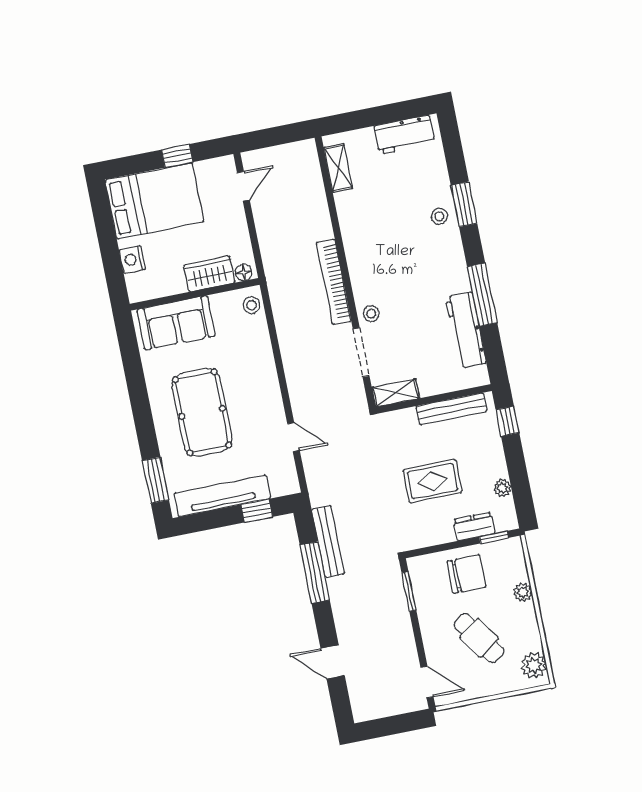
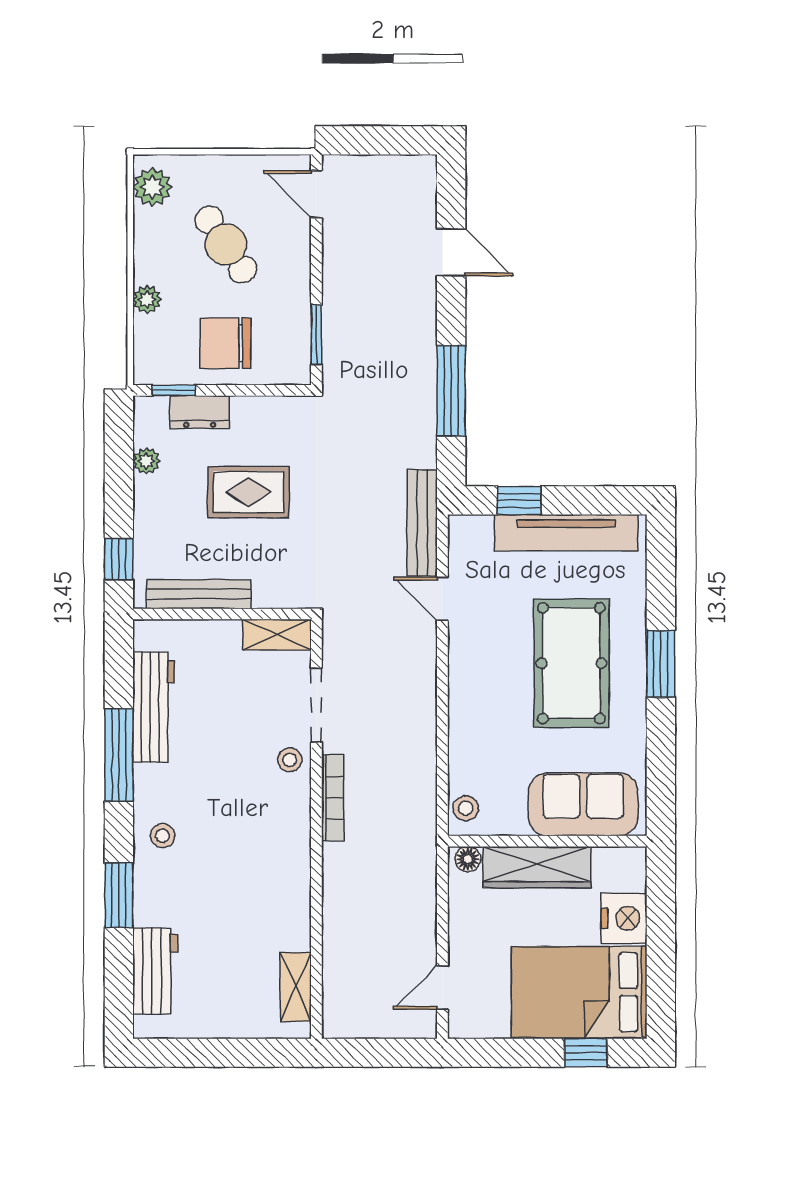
workbench: (404, 135) -> (155, 971), moved, turned 90
window: (177, 156) -> (586, 1053), moved
stool: (439, 216) -> (163, 836), moved
nightstand: (132, 259) -> (624, 918), width x1.36, depth x1.33
wardrobe: (209, 274) -> (537, 867), width x1.50
bookcase: (334, 282) -> (333, 798), width x0.68, depth x0.76
window: (156, 480) -> (661, 664), moved
bench: (328, 542) -> (422, 523), moved

